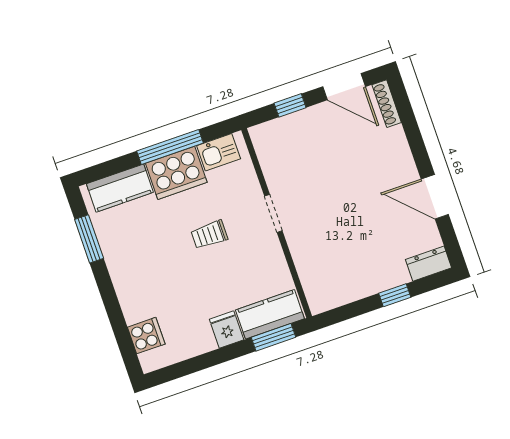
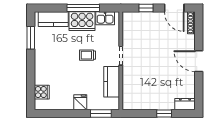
door: (435, 197) -> (199, 61), moved
kitchen counter: (270, 314) -> (112, 82), moved, turned -90

